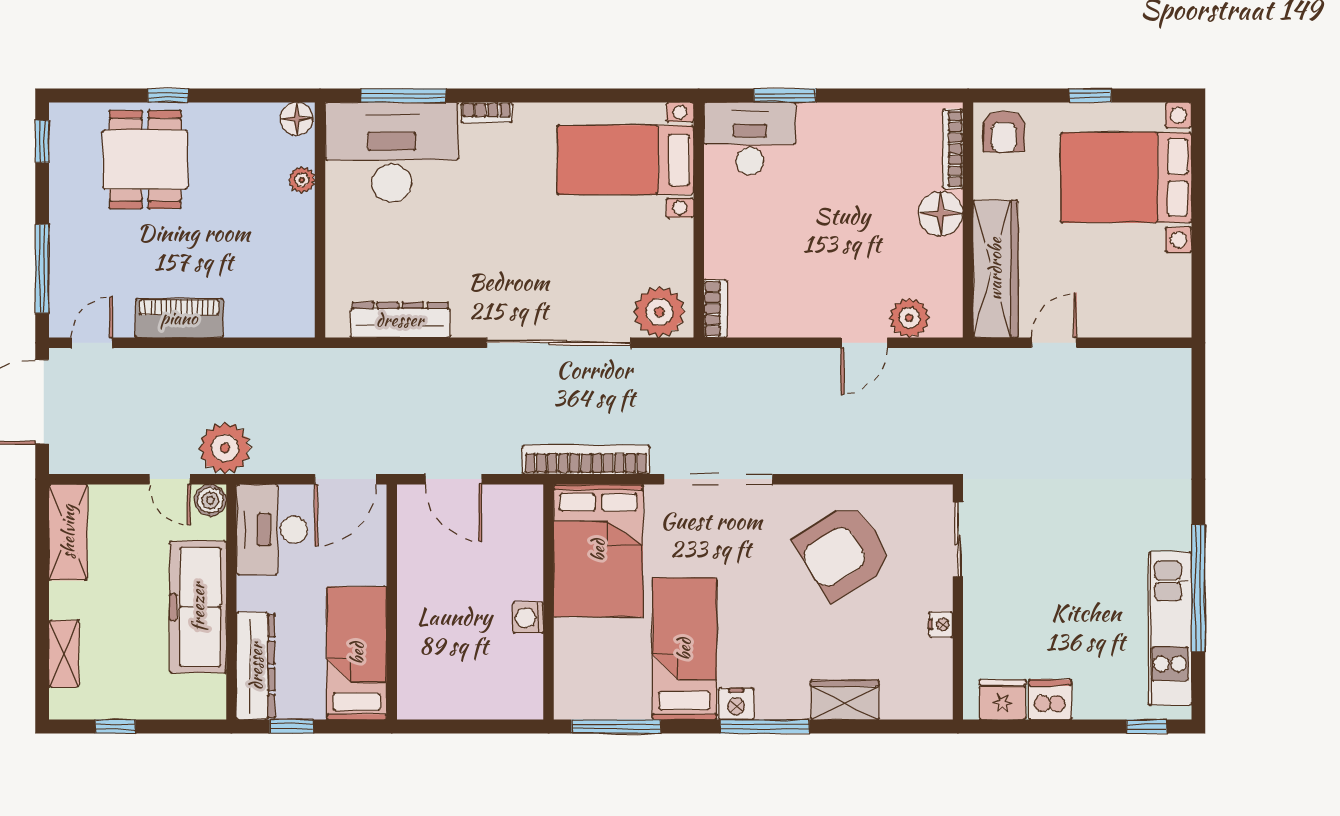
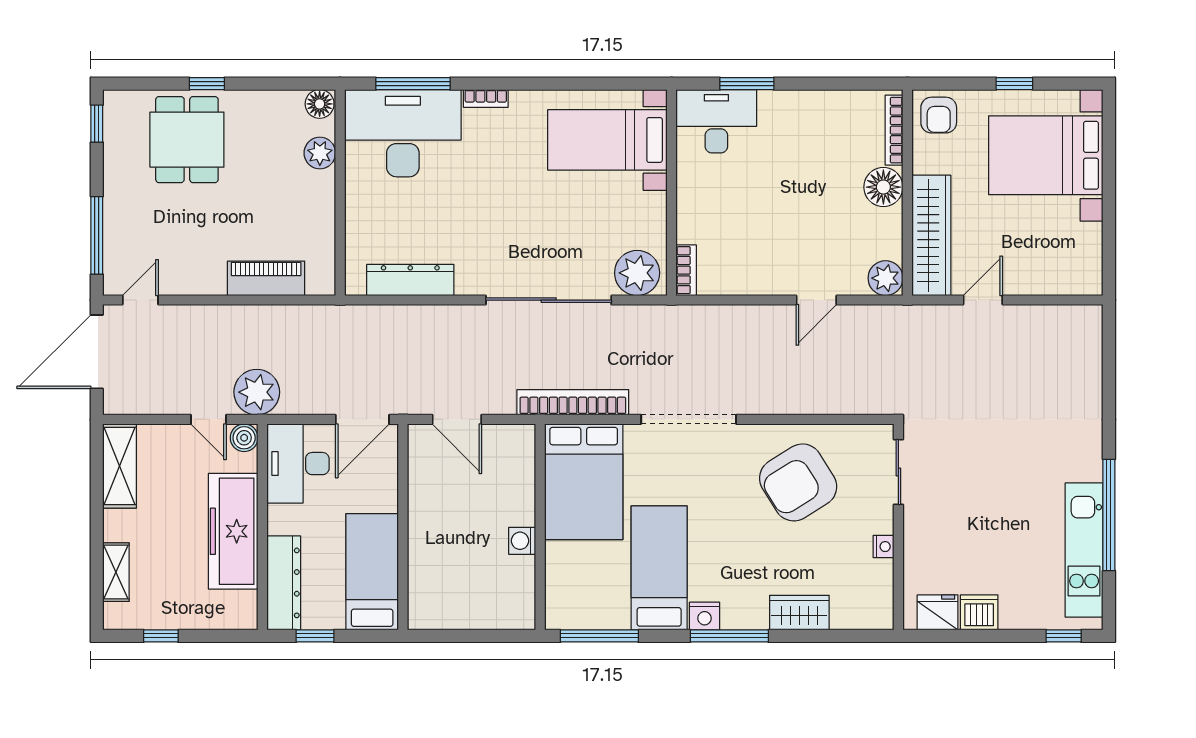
plant: (302, 180) -> (320, 153), width x1.38, depth x1.38
piano: (179, 318) -> (266, 278), moved
plant: (909, 318) -> (886, 278), moved

